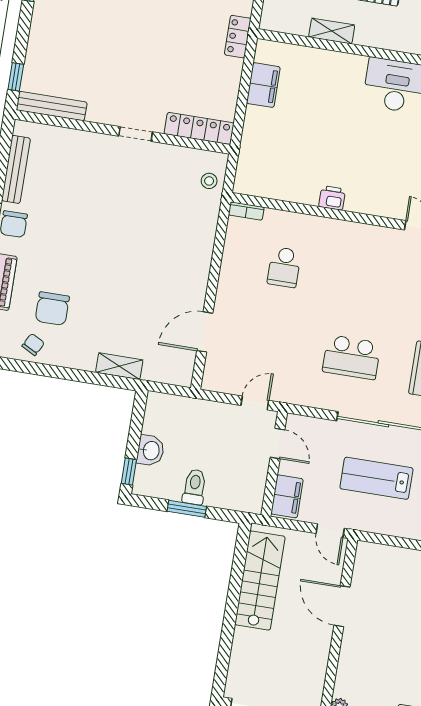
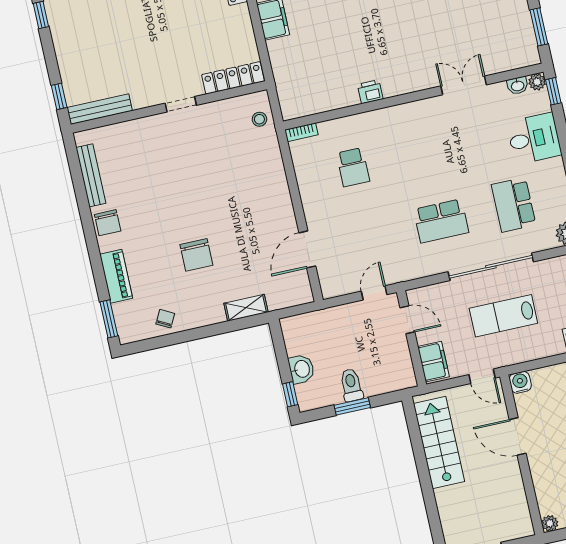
chair: (52, 309) -> (196, 255), moved
water cooler: (366, 552) -> (520, 382), added

